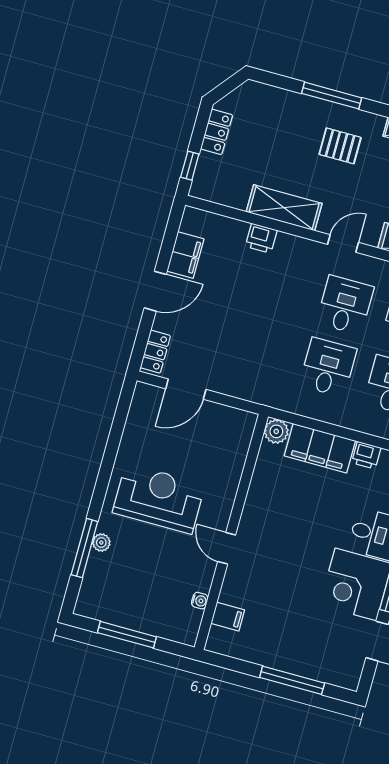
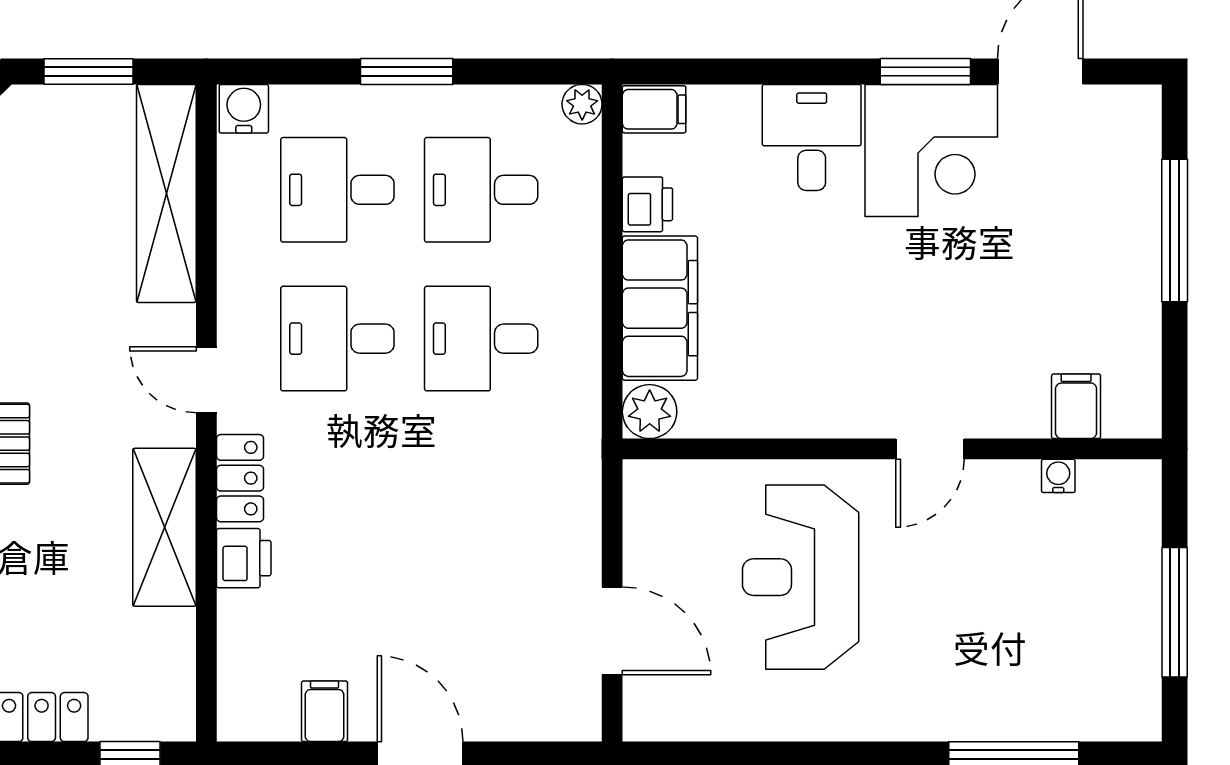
filing cabinet: (185, 255) -> (325, 711), width x0.50
locker: (155, 352) -> (240, 478), moved, turned 90
reception desk: (159, 499) -> (801, 577), moved
plant: (101, 542) -> (992, 722), removed

